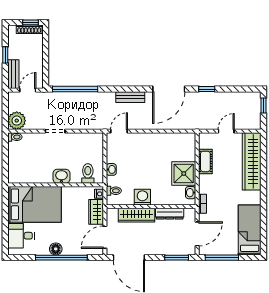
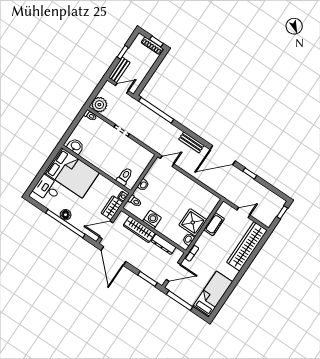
washbasin: (61, 176) -> (76, 146), moved

